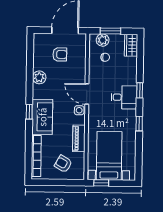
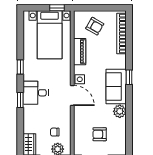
sofa: (42, 117) -> (116, 86), moved

